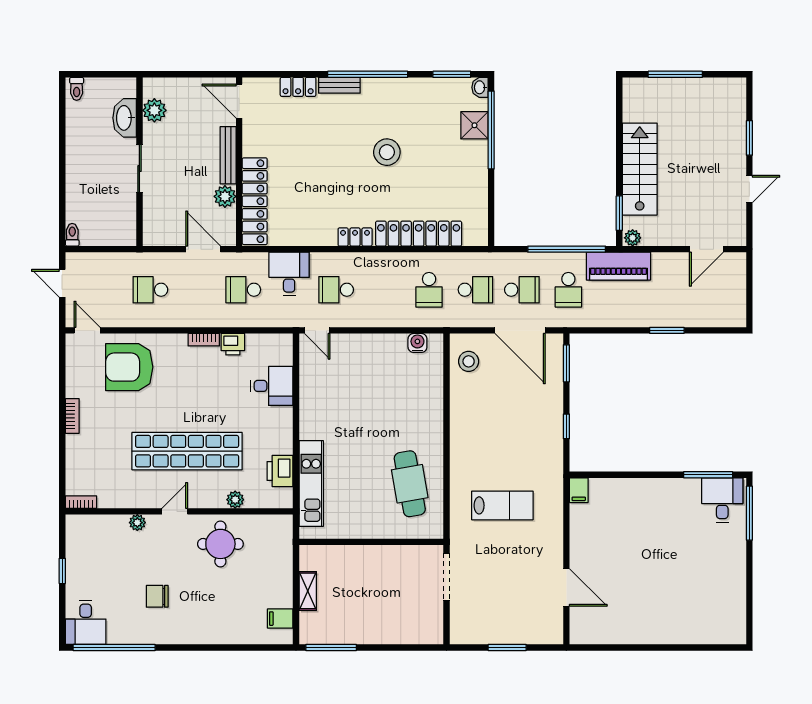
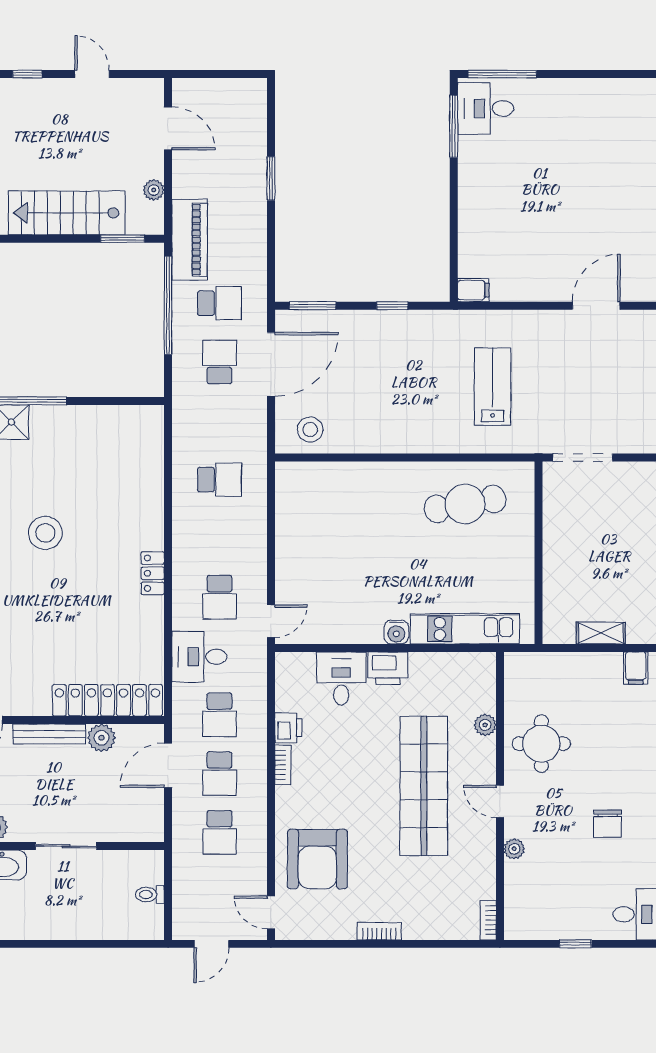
window: (749, 138) -> (27, 74), width x0.67
locker: (419, 234) -> (148, 493), removed
toilet: (72, 235) -> (150, 895), moved
plant: (633, 238) -> (154, 190), moved
school desk: (475, 290) -> (219, 774), moved, turned 180
door: (87, 330) -> (271, 912), hinge flipped
water cooler: (417, 343) -> (396, 632), moved, turned -90
printer: (280, 471) -> (388, 668), moved

